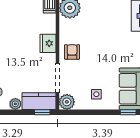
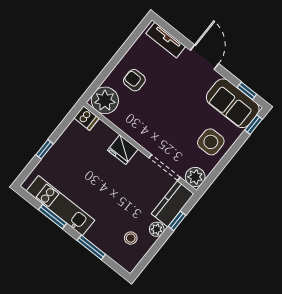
armchair: (72, 52) -> (134, 80), moved
side table: (96, 94) -> (211, 142), width x1.87, depth x1.87
window: (42, 112) -> (177, 221), moved

